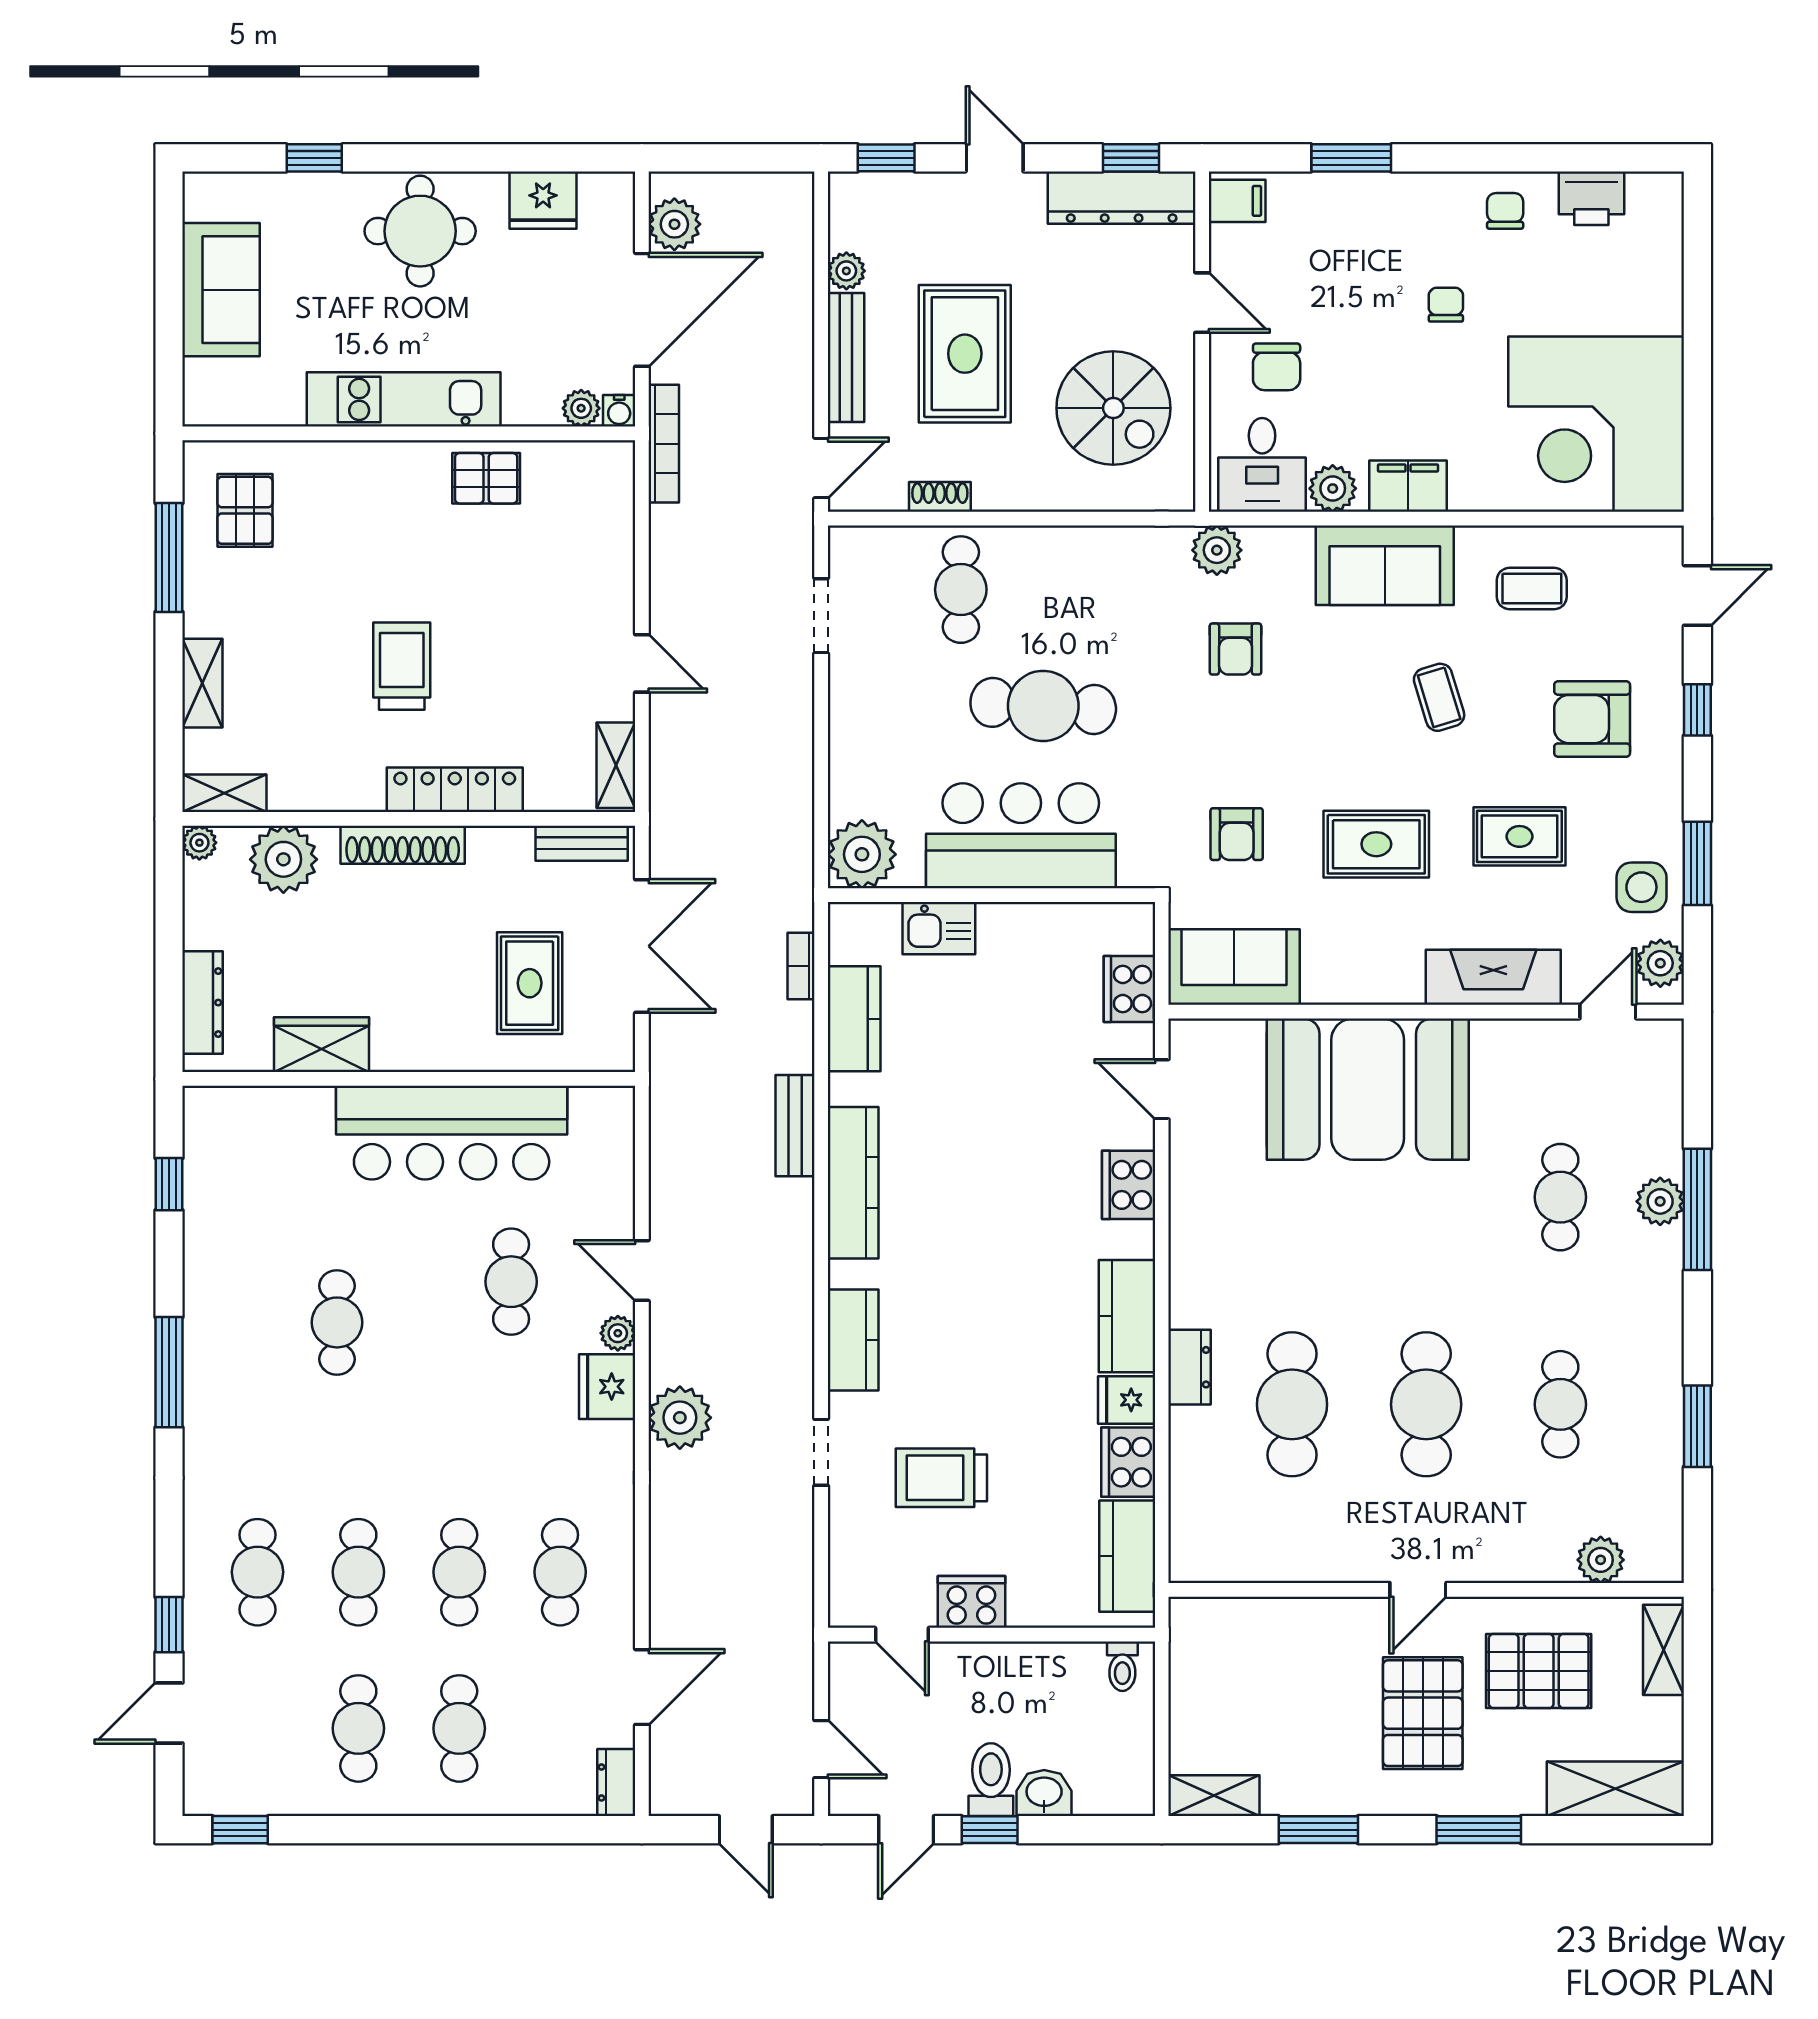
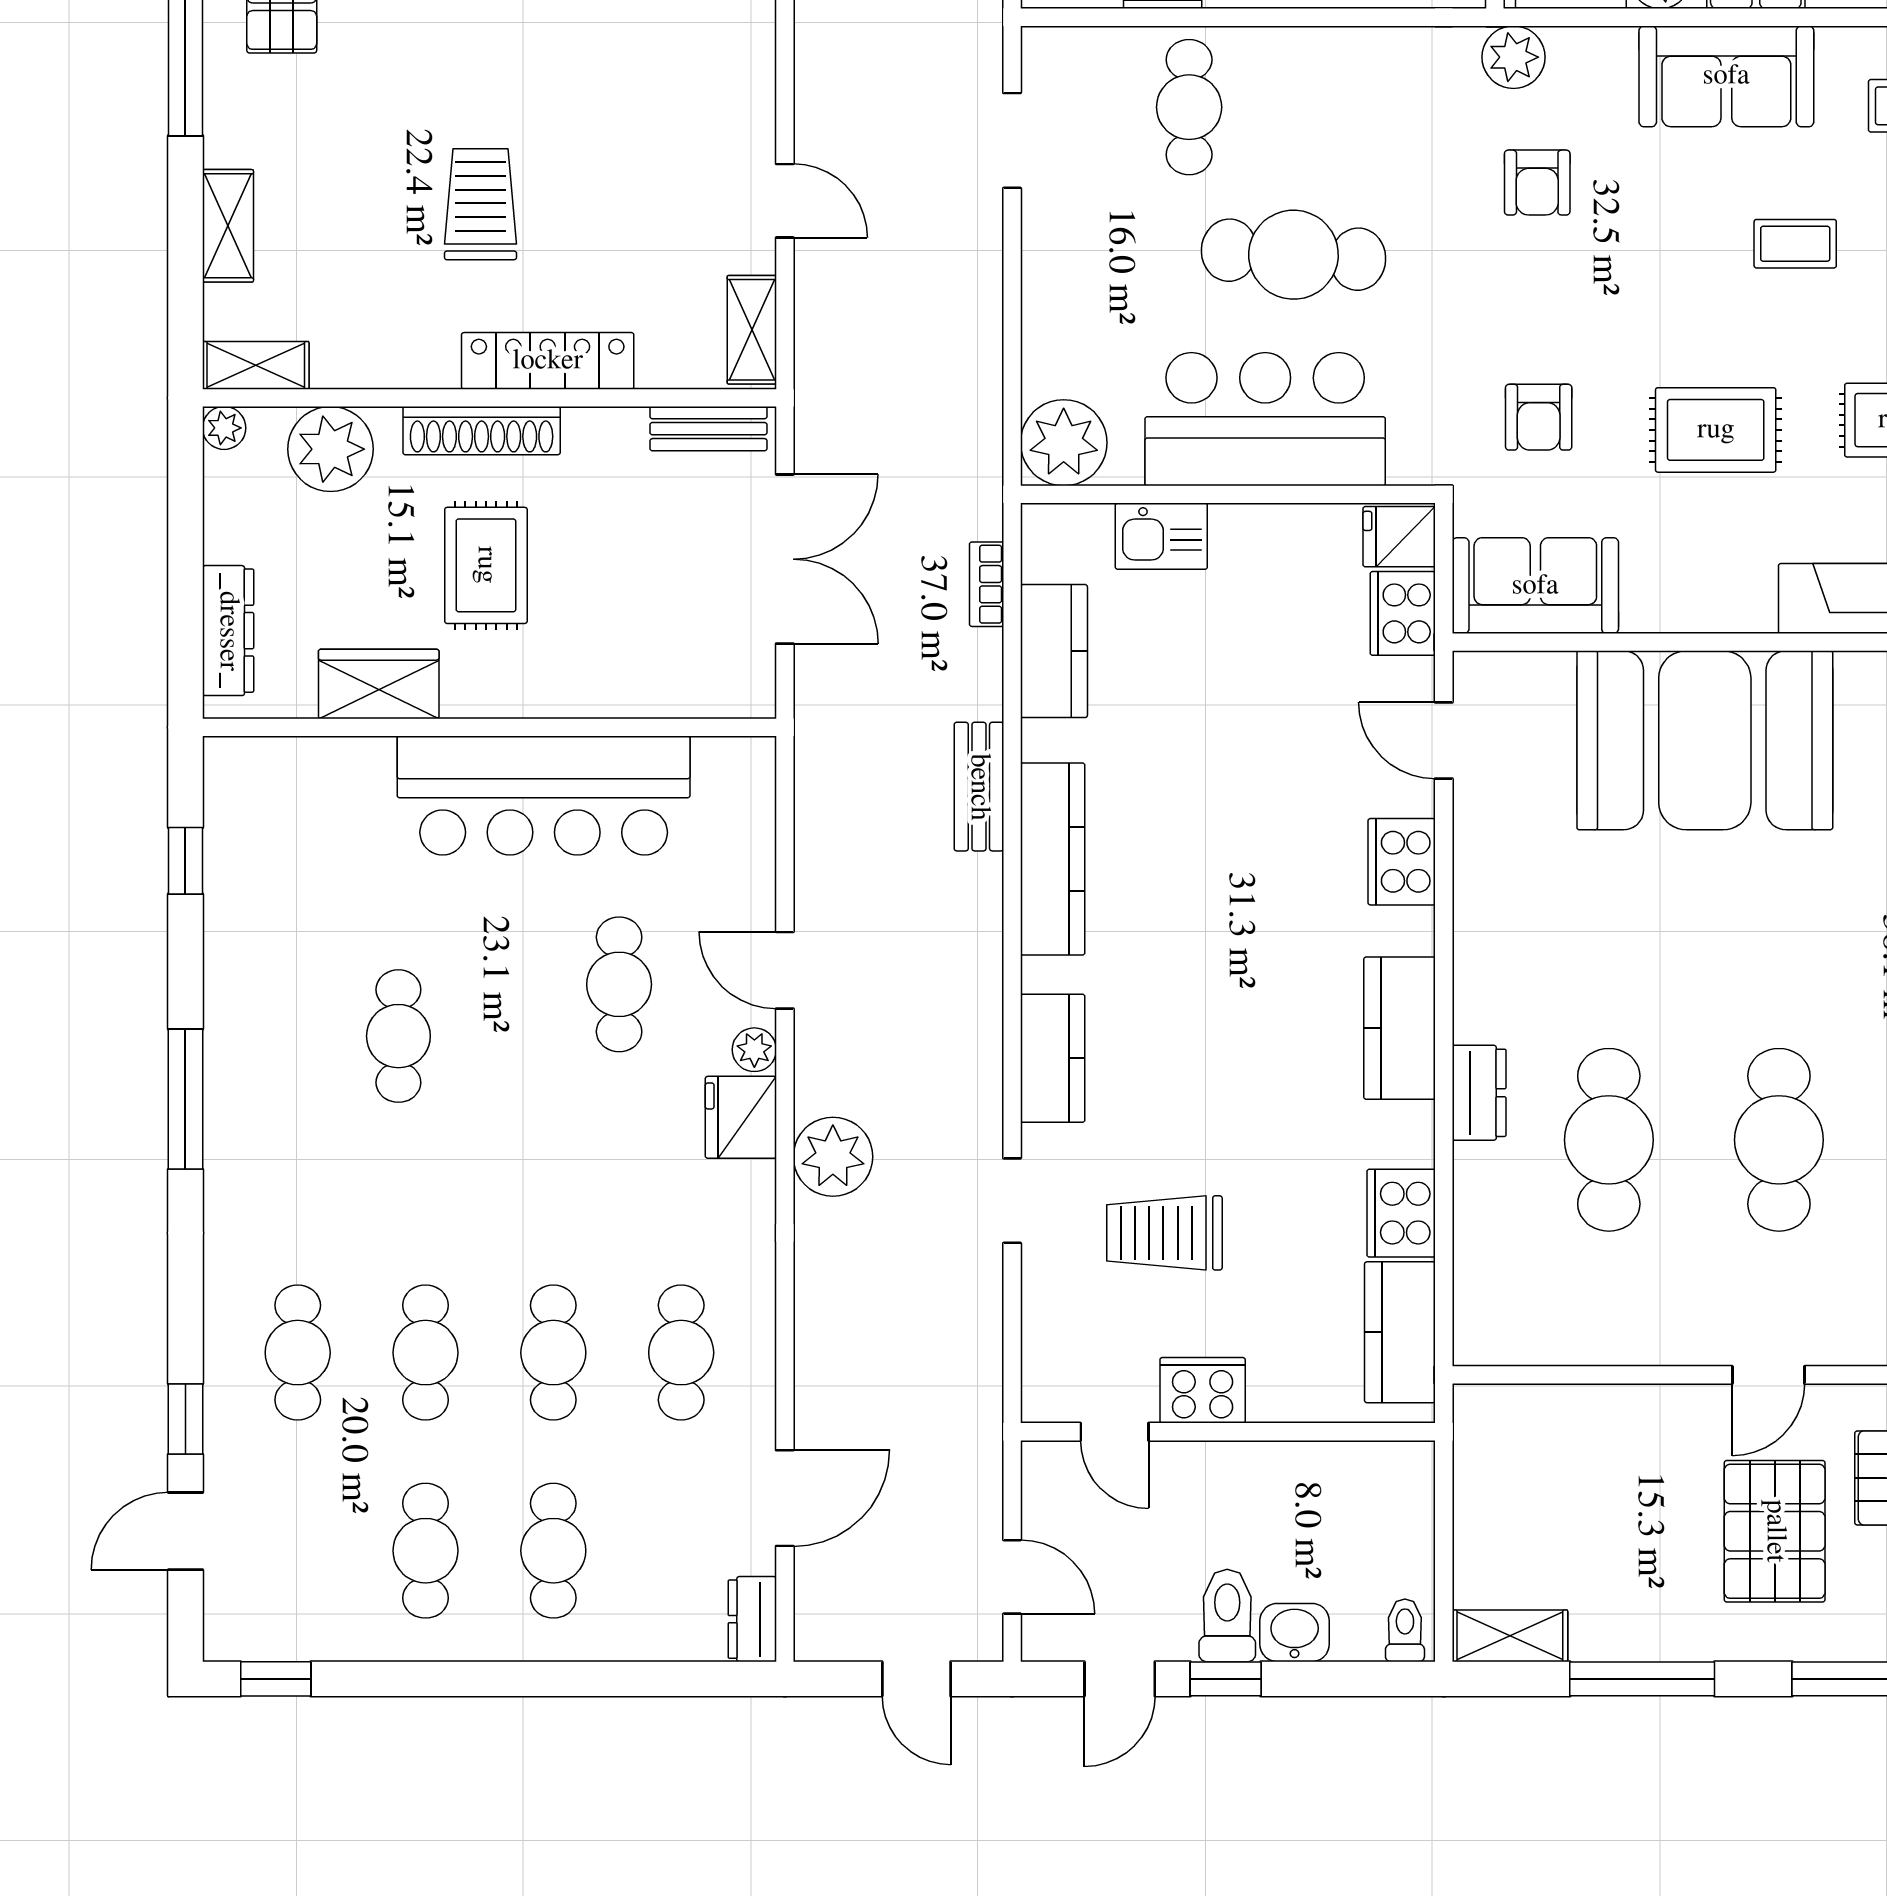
coffee table: (1439, 697) -> (1795, 244), turned -73
rug: (530, 983) -> (486, 565), moved
fridge: (1127, 1400) -> (1399, 537), moved
toilet: (1122, 1666) -> (1405, 1630), moved, turned 180
window: (1318, 1830) -> (1642, 1679), width x1.44

